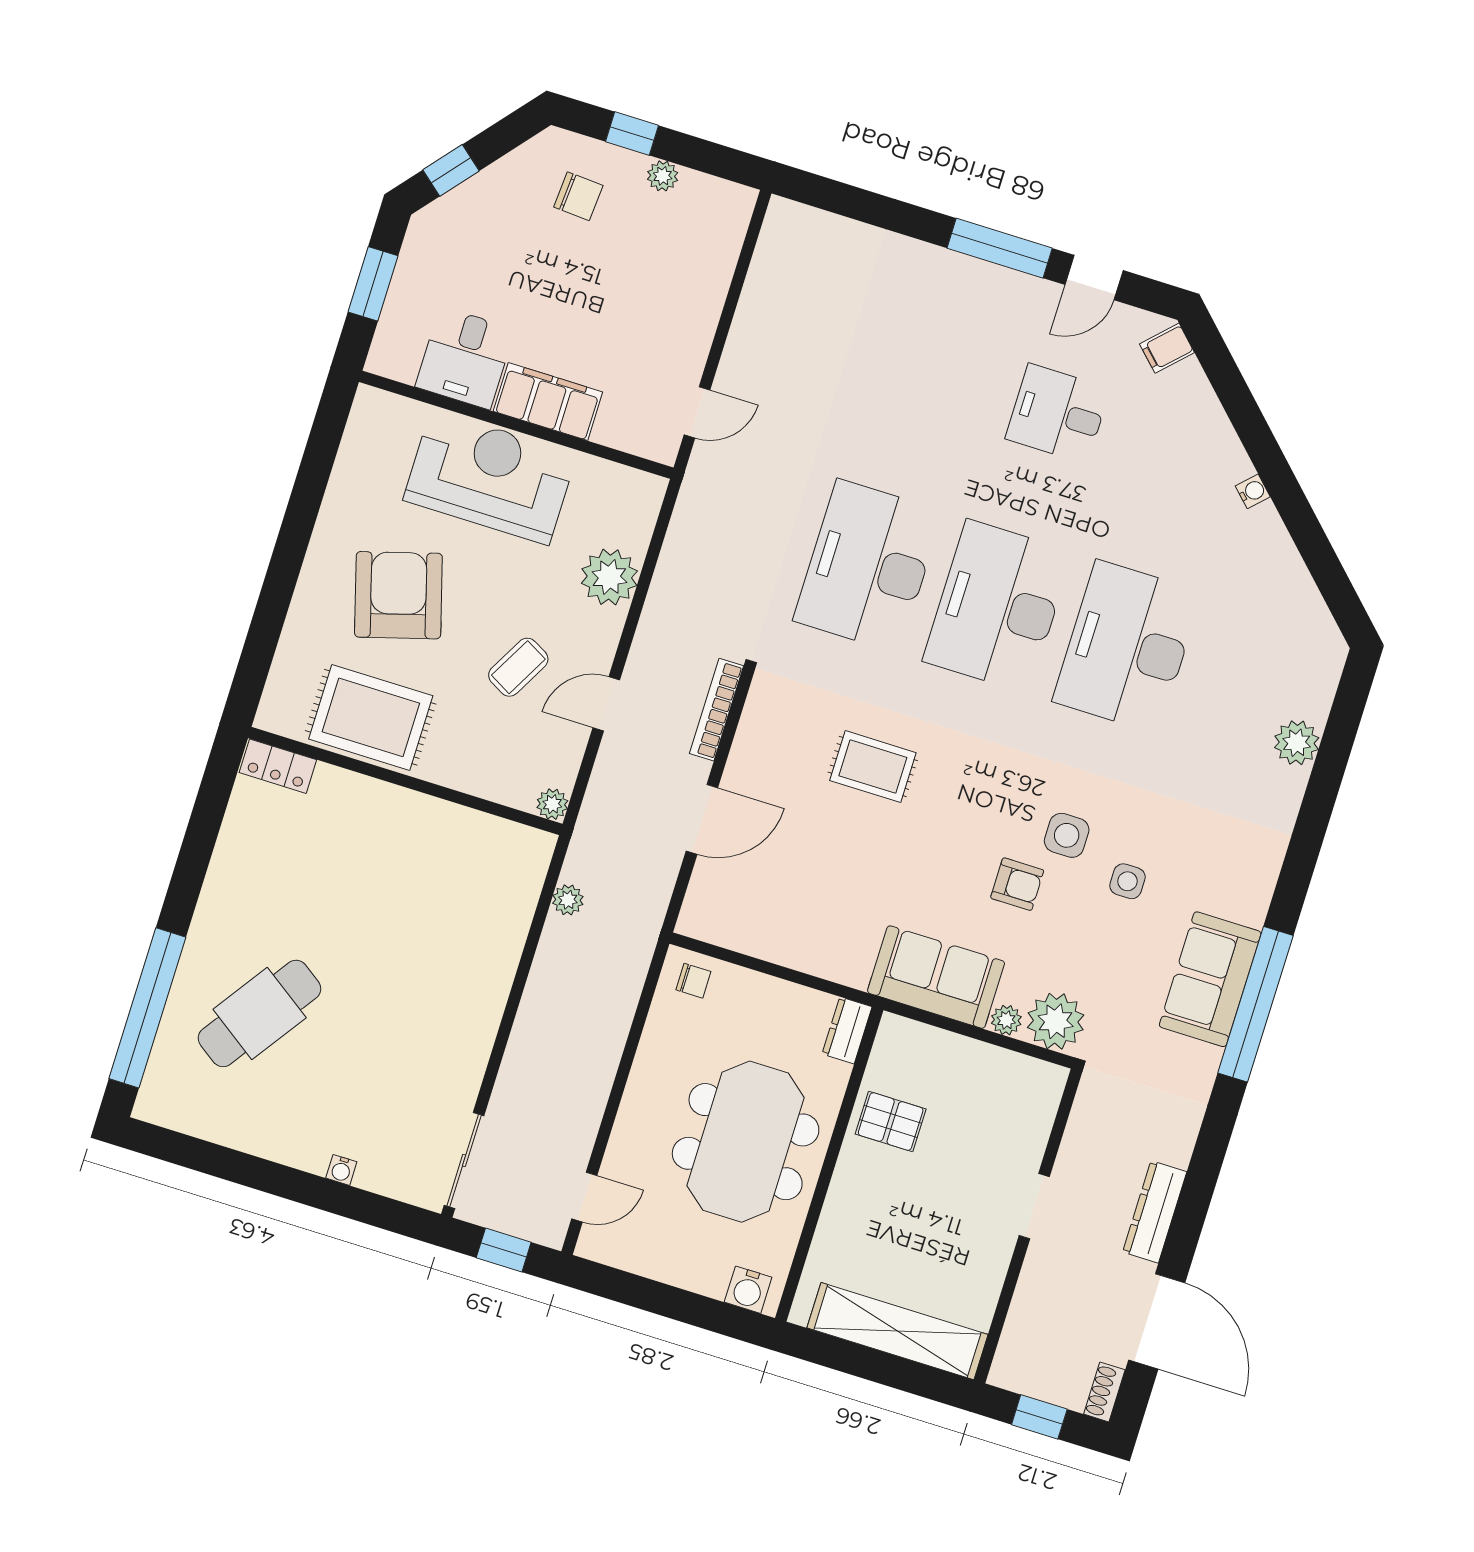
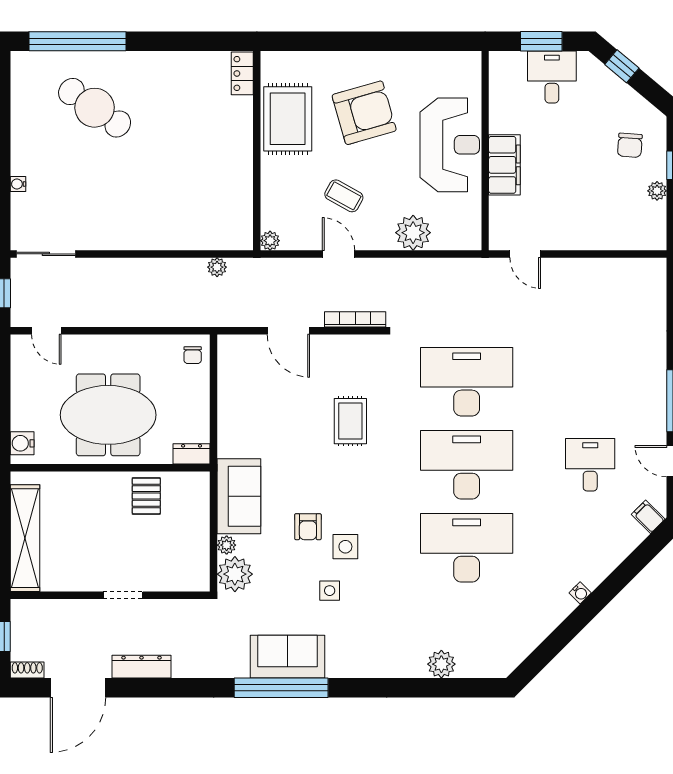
desk: (465, 358) -> (552, 77), moved, turned 90

